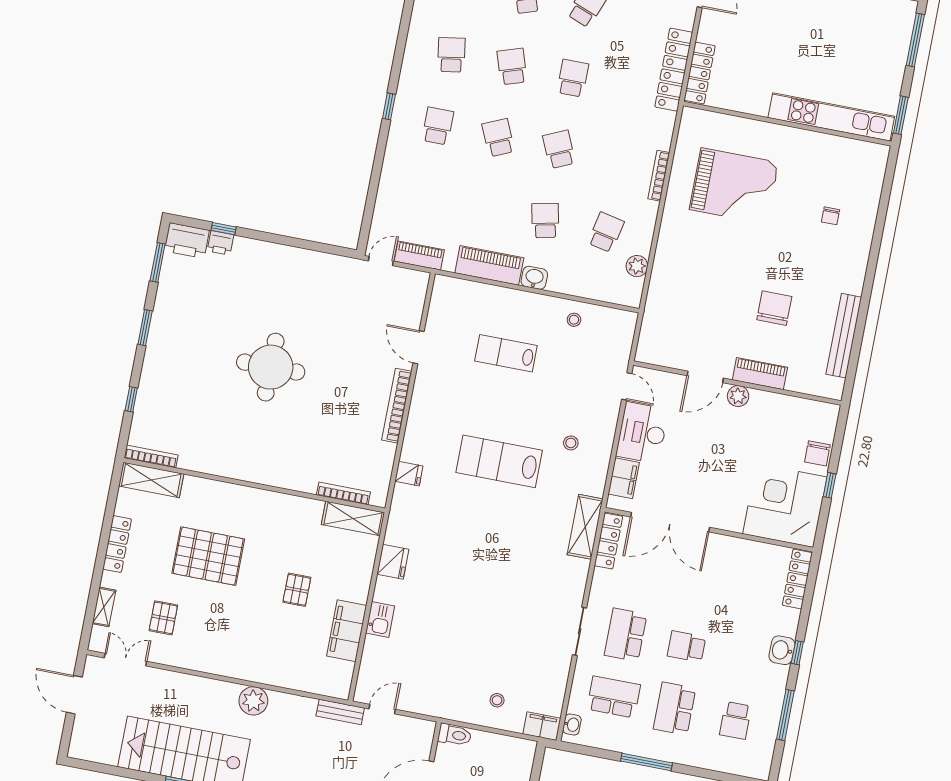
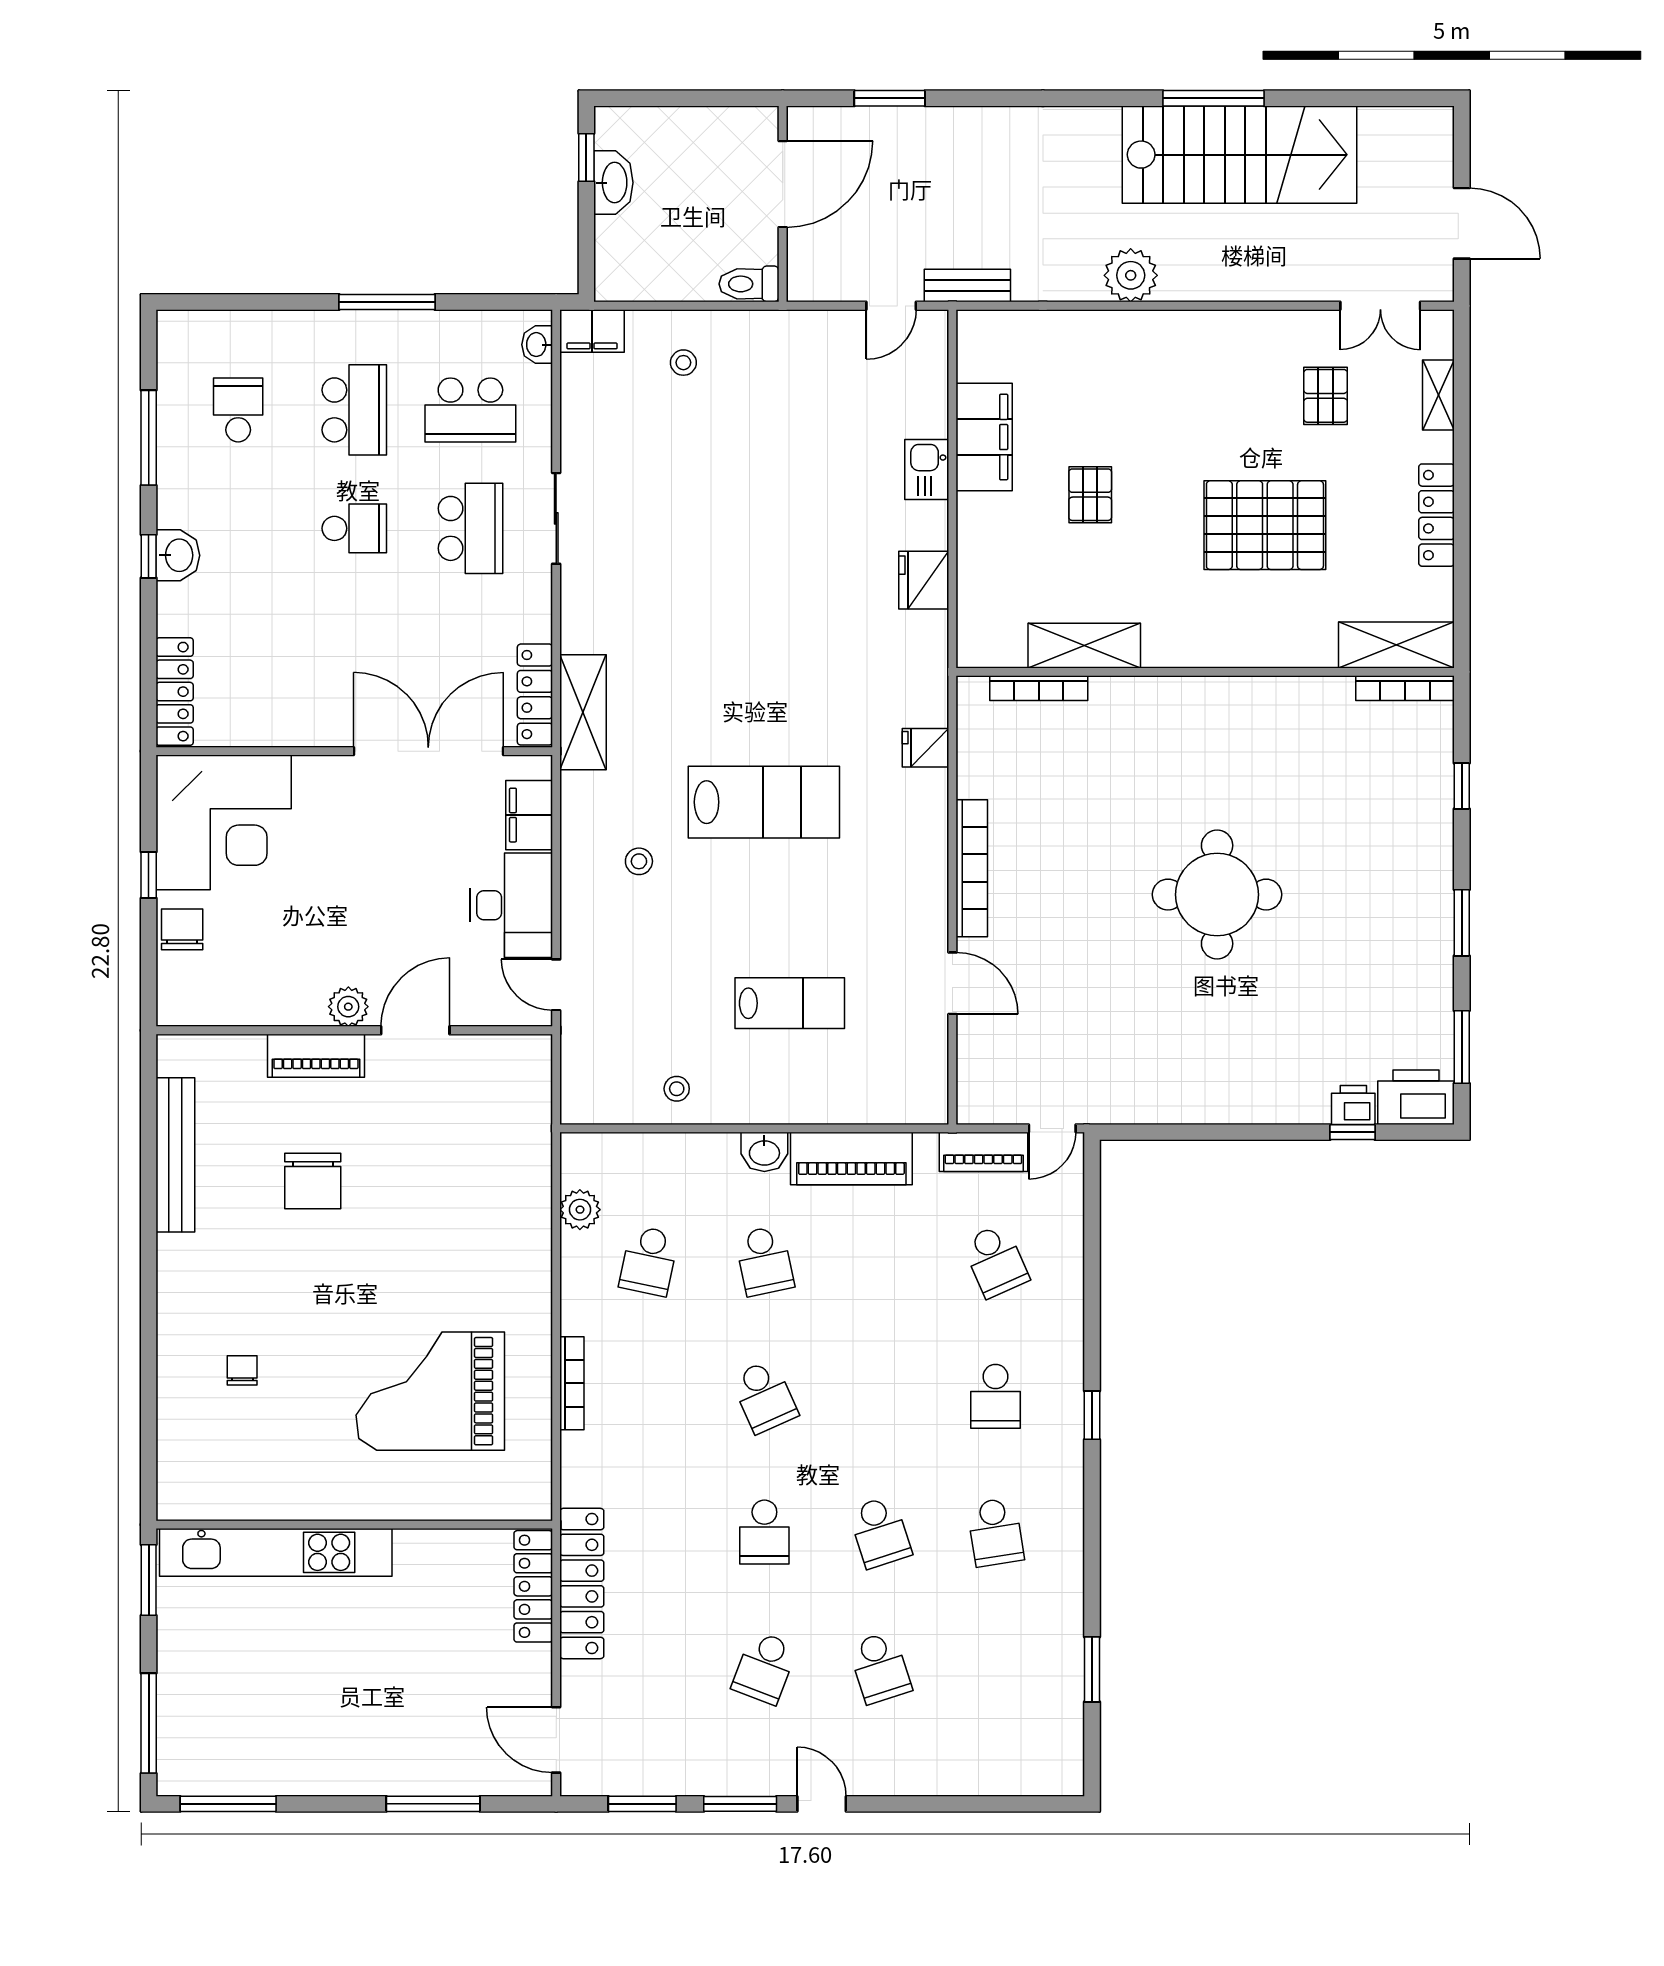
school desk: (498, 138) -> (996, 1261), moved
shelving: (353, 518) -> (1084, 646), moved

